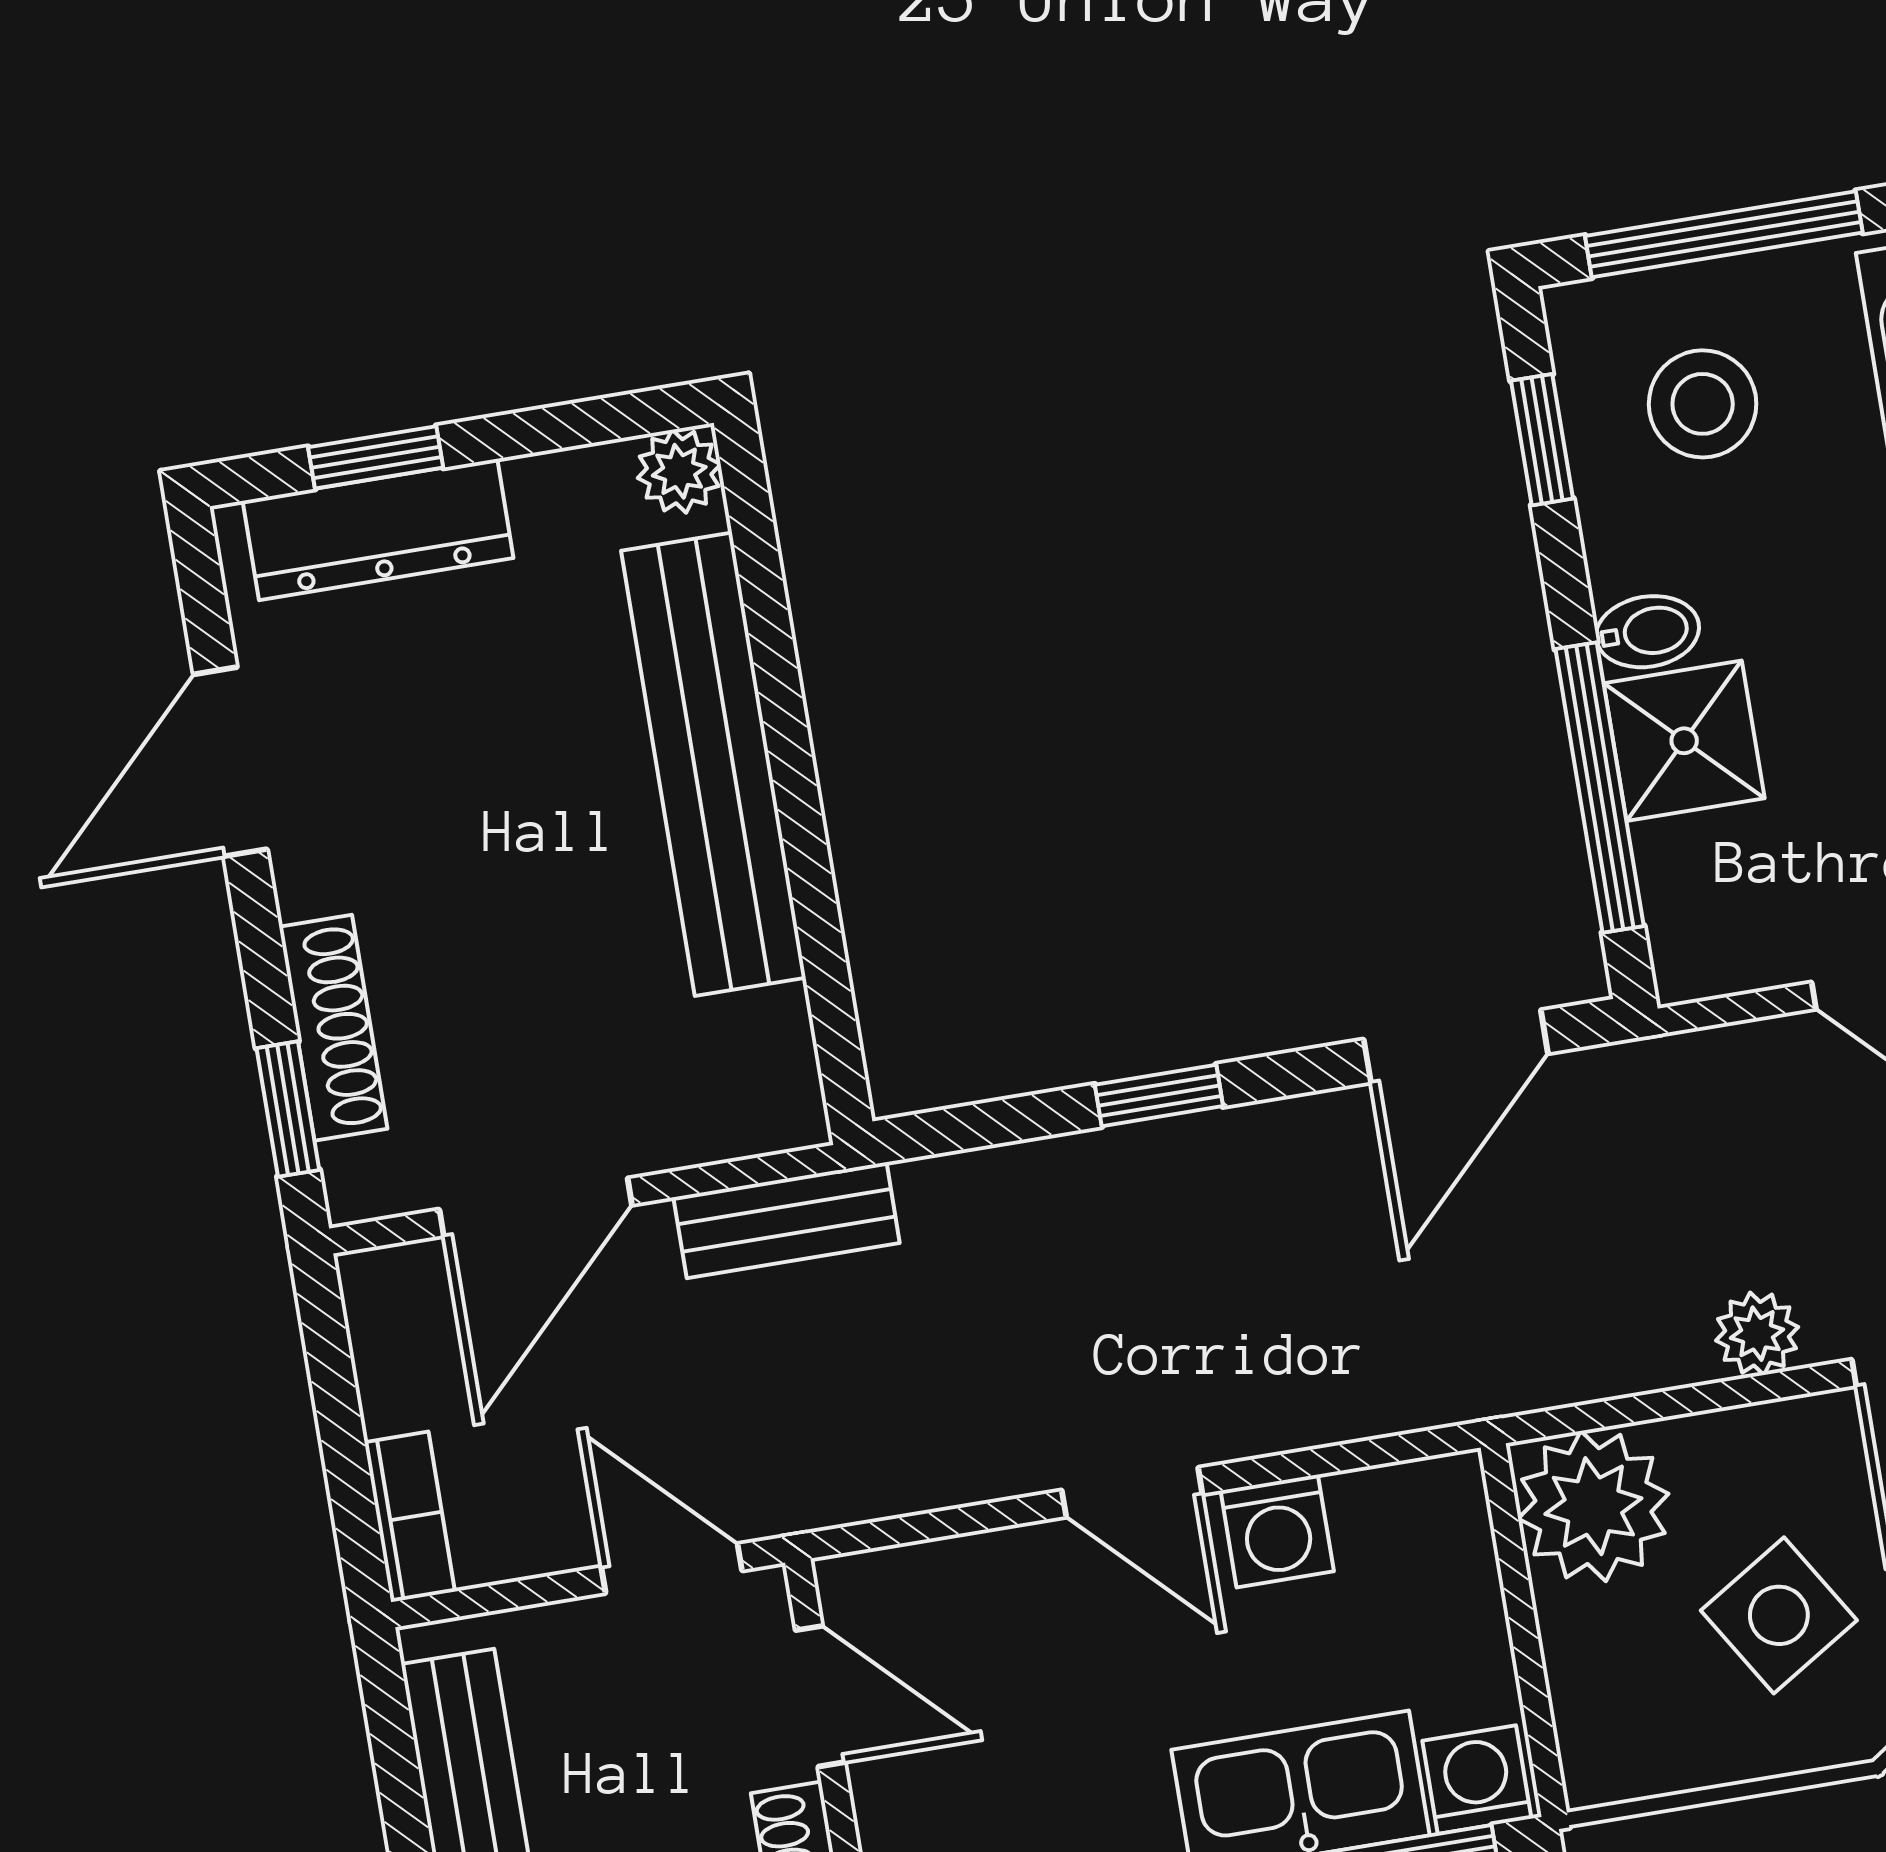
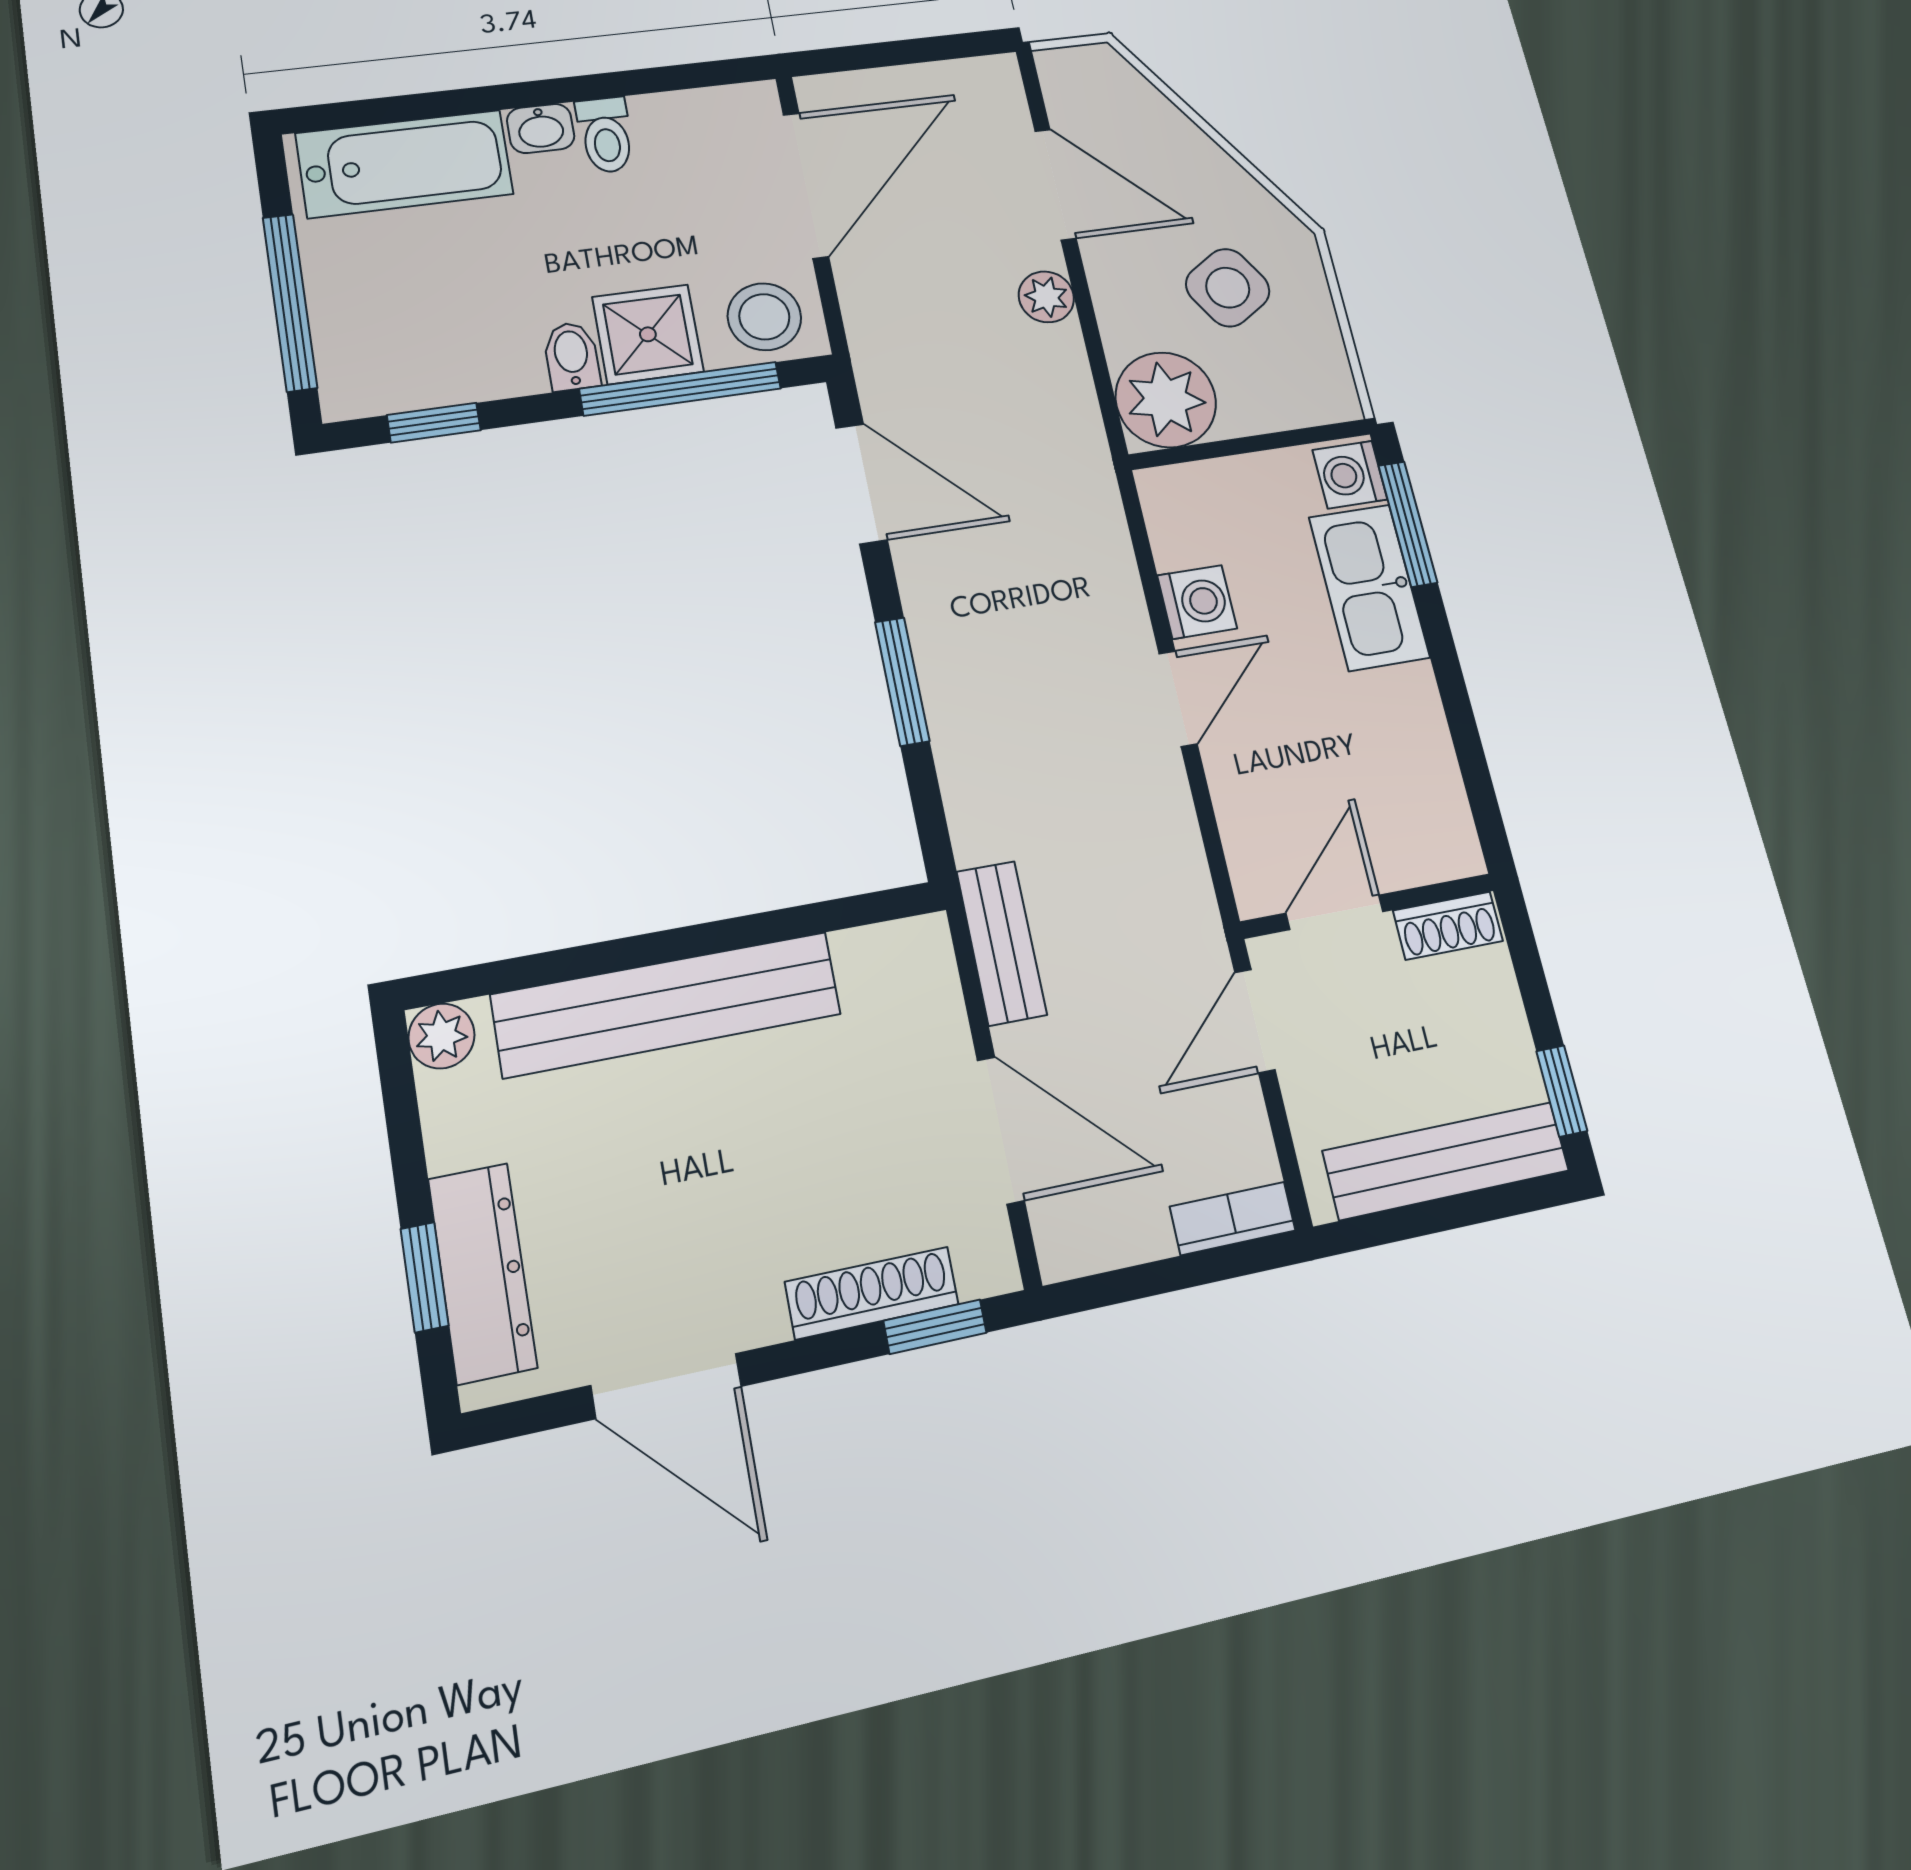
stool: (1703, 404) -> (764, 317), moved
window: (1159, 1095) -> (902, 681), width x1.50

